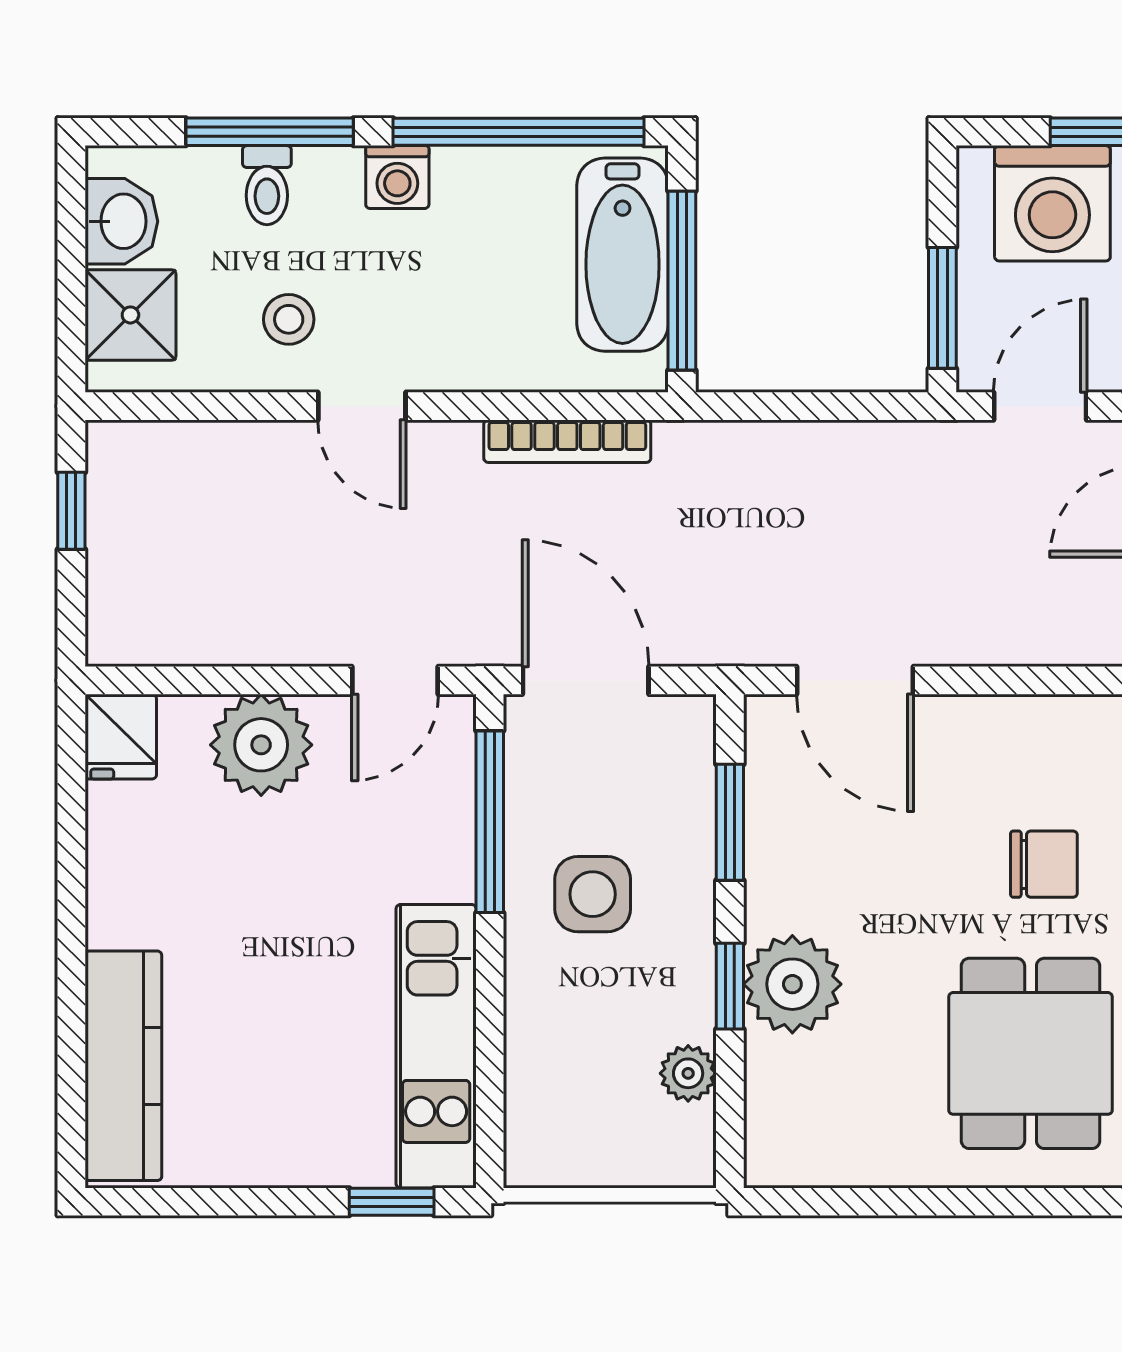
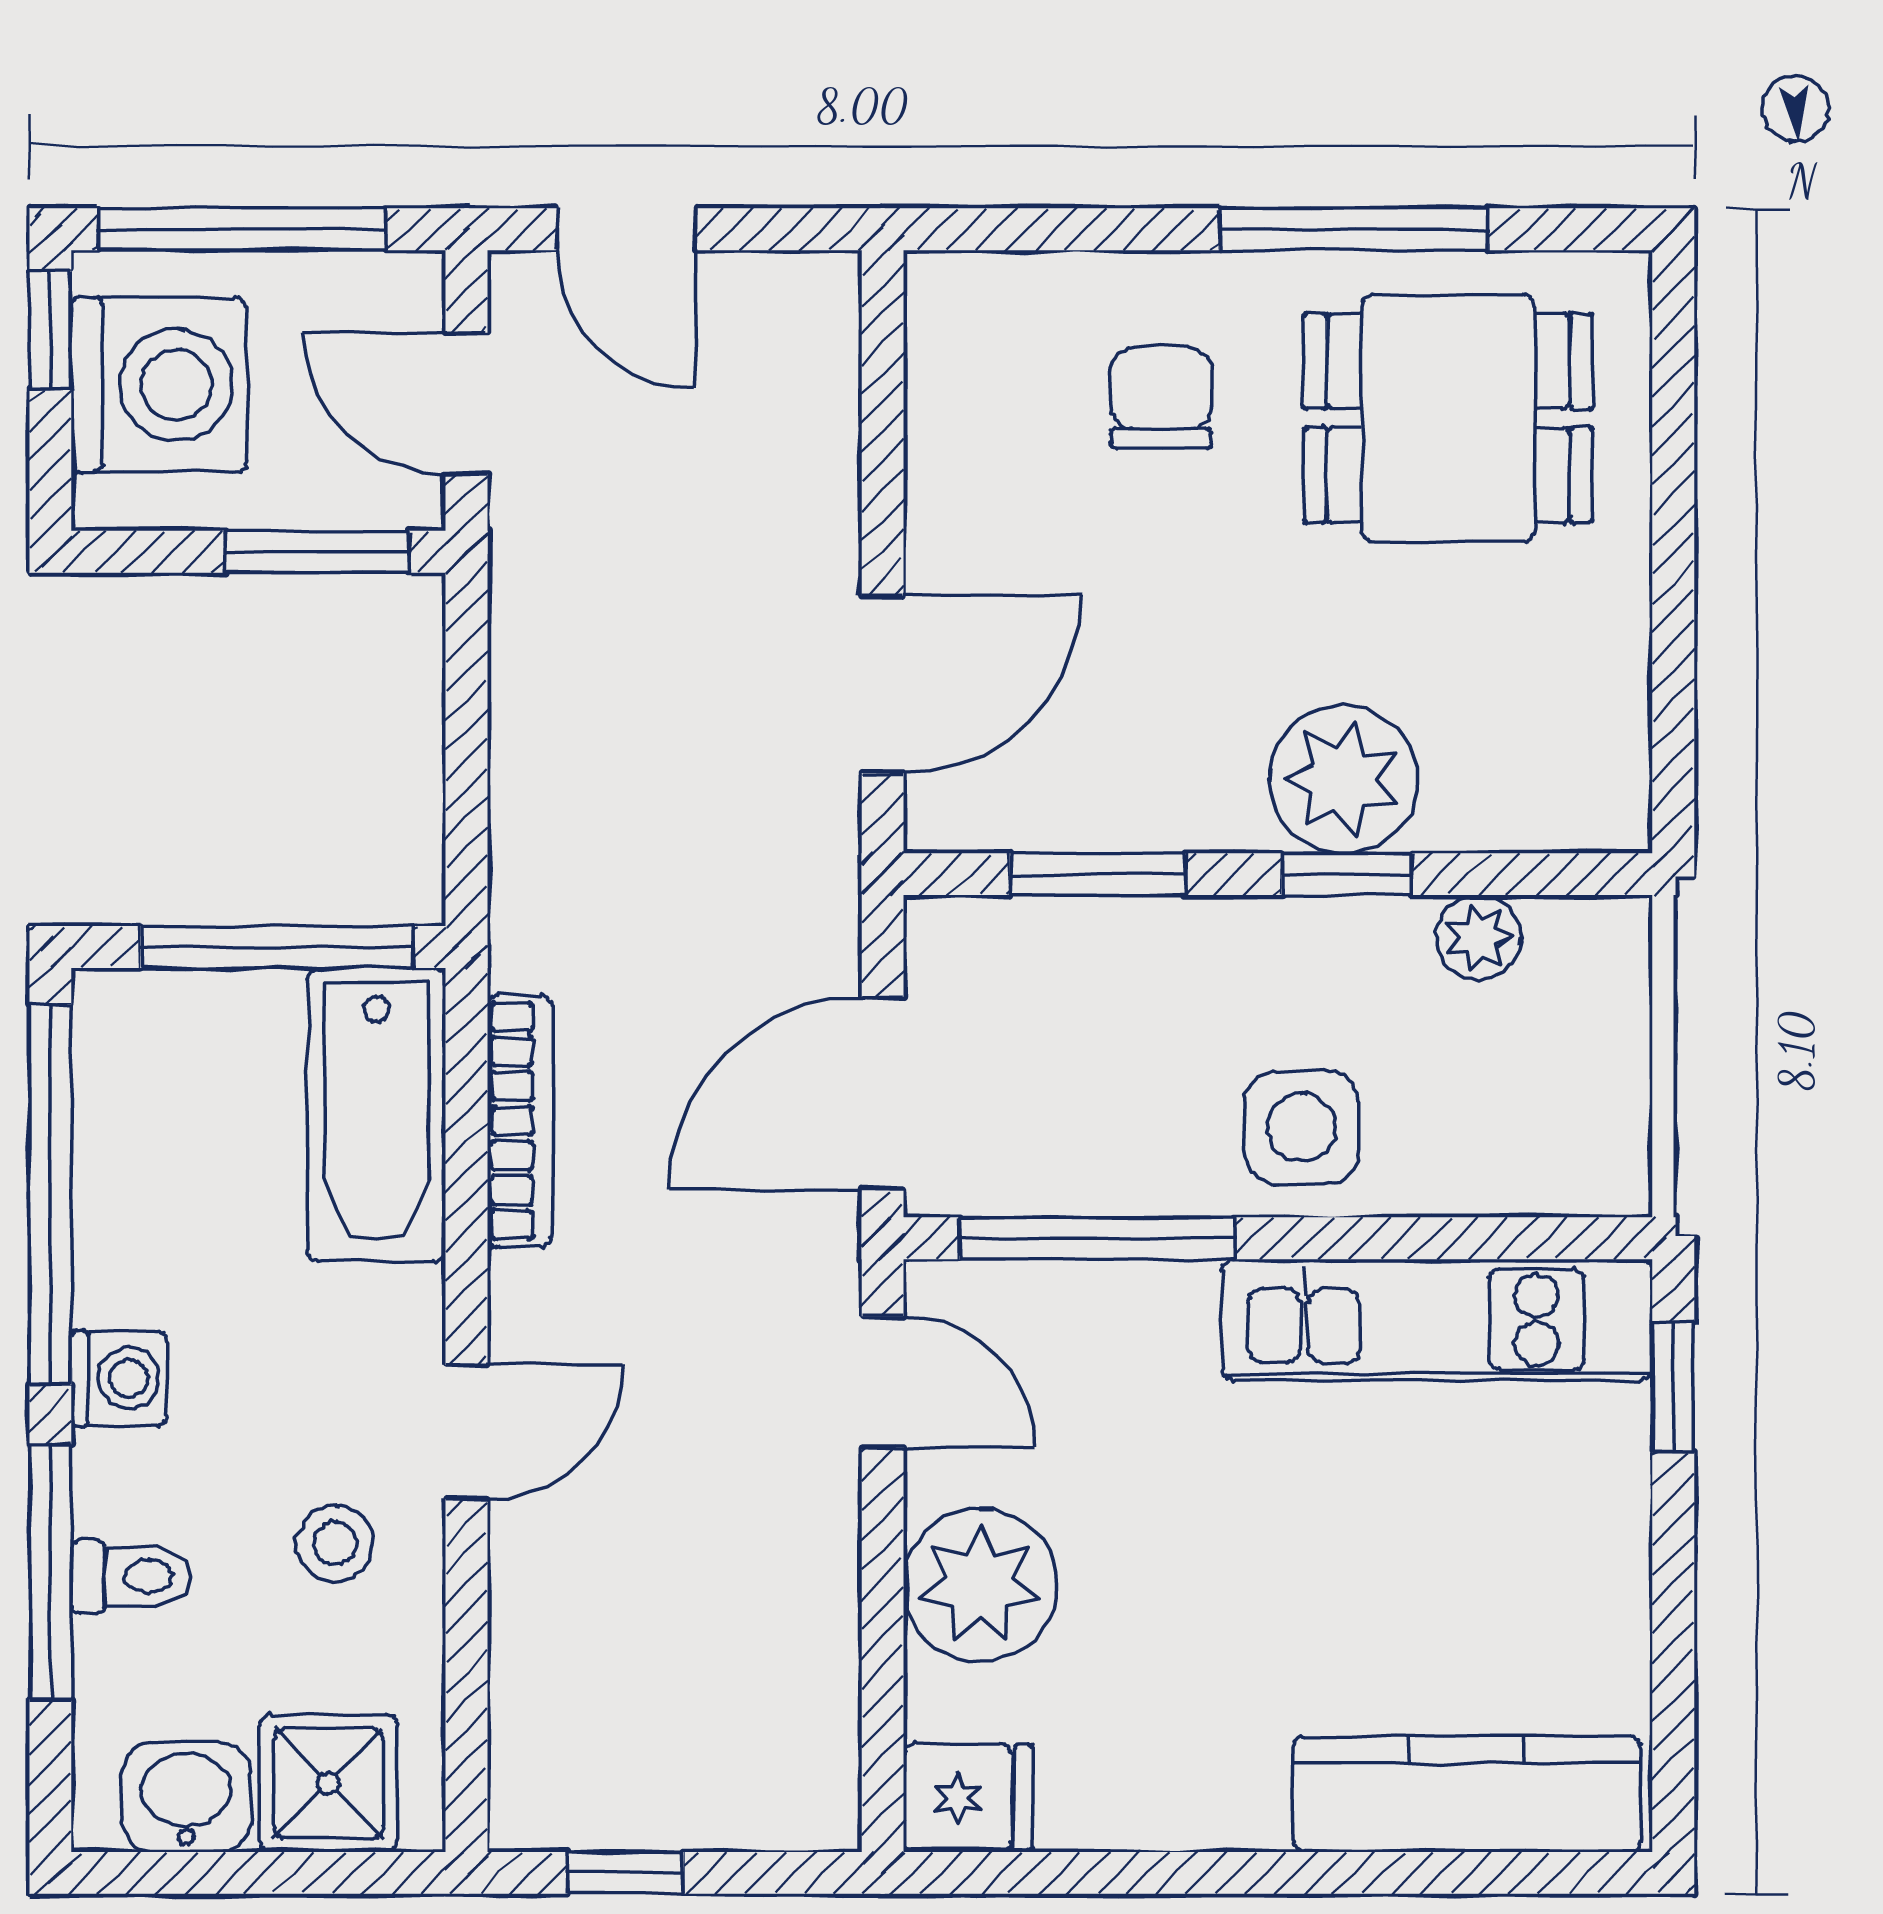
bathtub: (623, 255) -> (377, 1114), moved, turned 90
side table: (593, 894) -> (1302, 1127), moved

